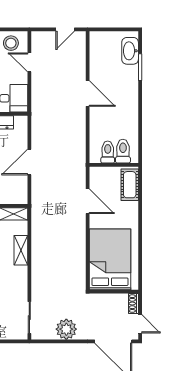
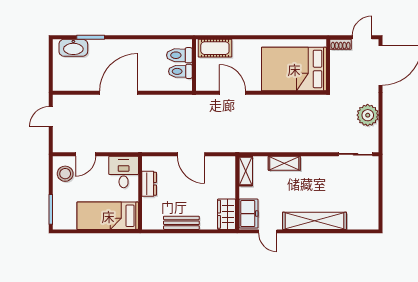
door: (65, 29) -> (51, 116), swing flipped
door: (88, 93) -> (118, 93), width x1.36
door: (88, 201) -> (232, 93), hinge flipped

